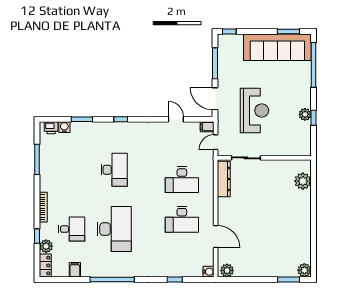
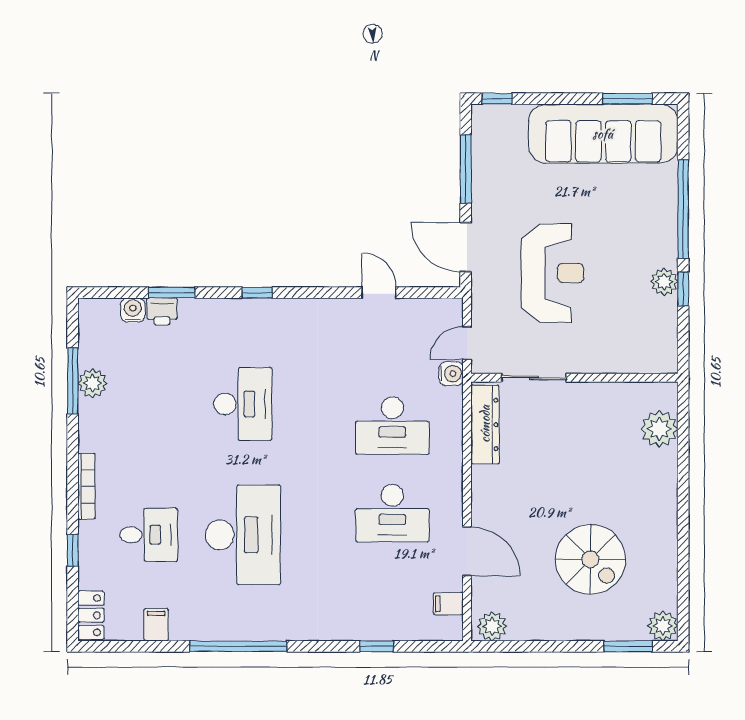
window: (314, 65) -> (683, 209), moved
filing cabinet: (207, 127) -> (448, 604), moved
printer: (51, 128) -> (162, 311), moved
spiral stairs: (272, 240) -> (590, 559), added
plant: (46, 246) -> (93, 383), moved
water cooler: (208, 272) -> (451, 374), moved

